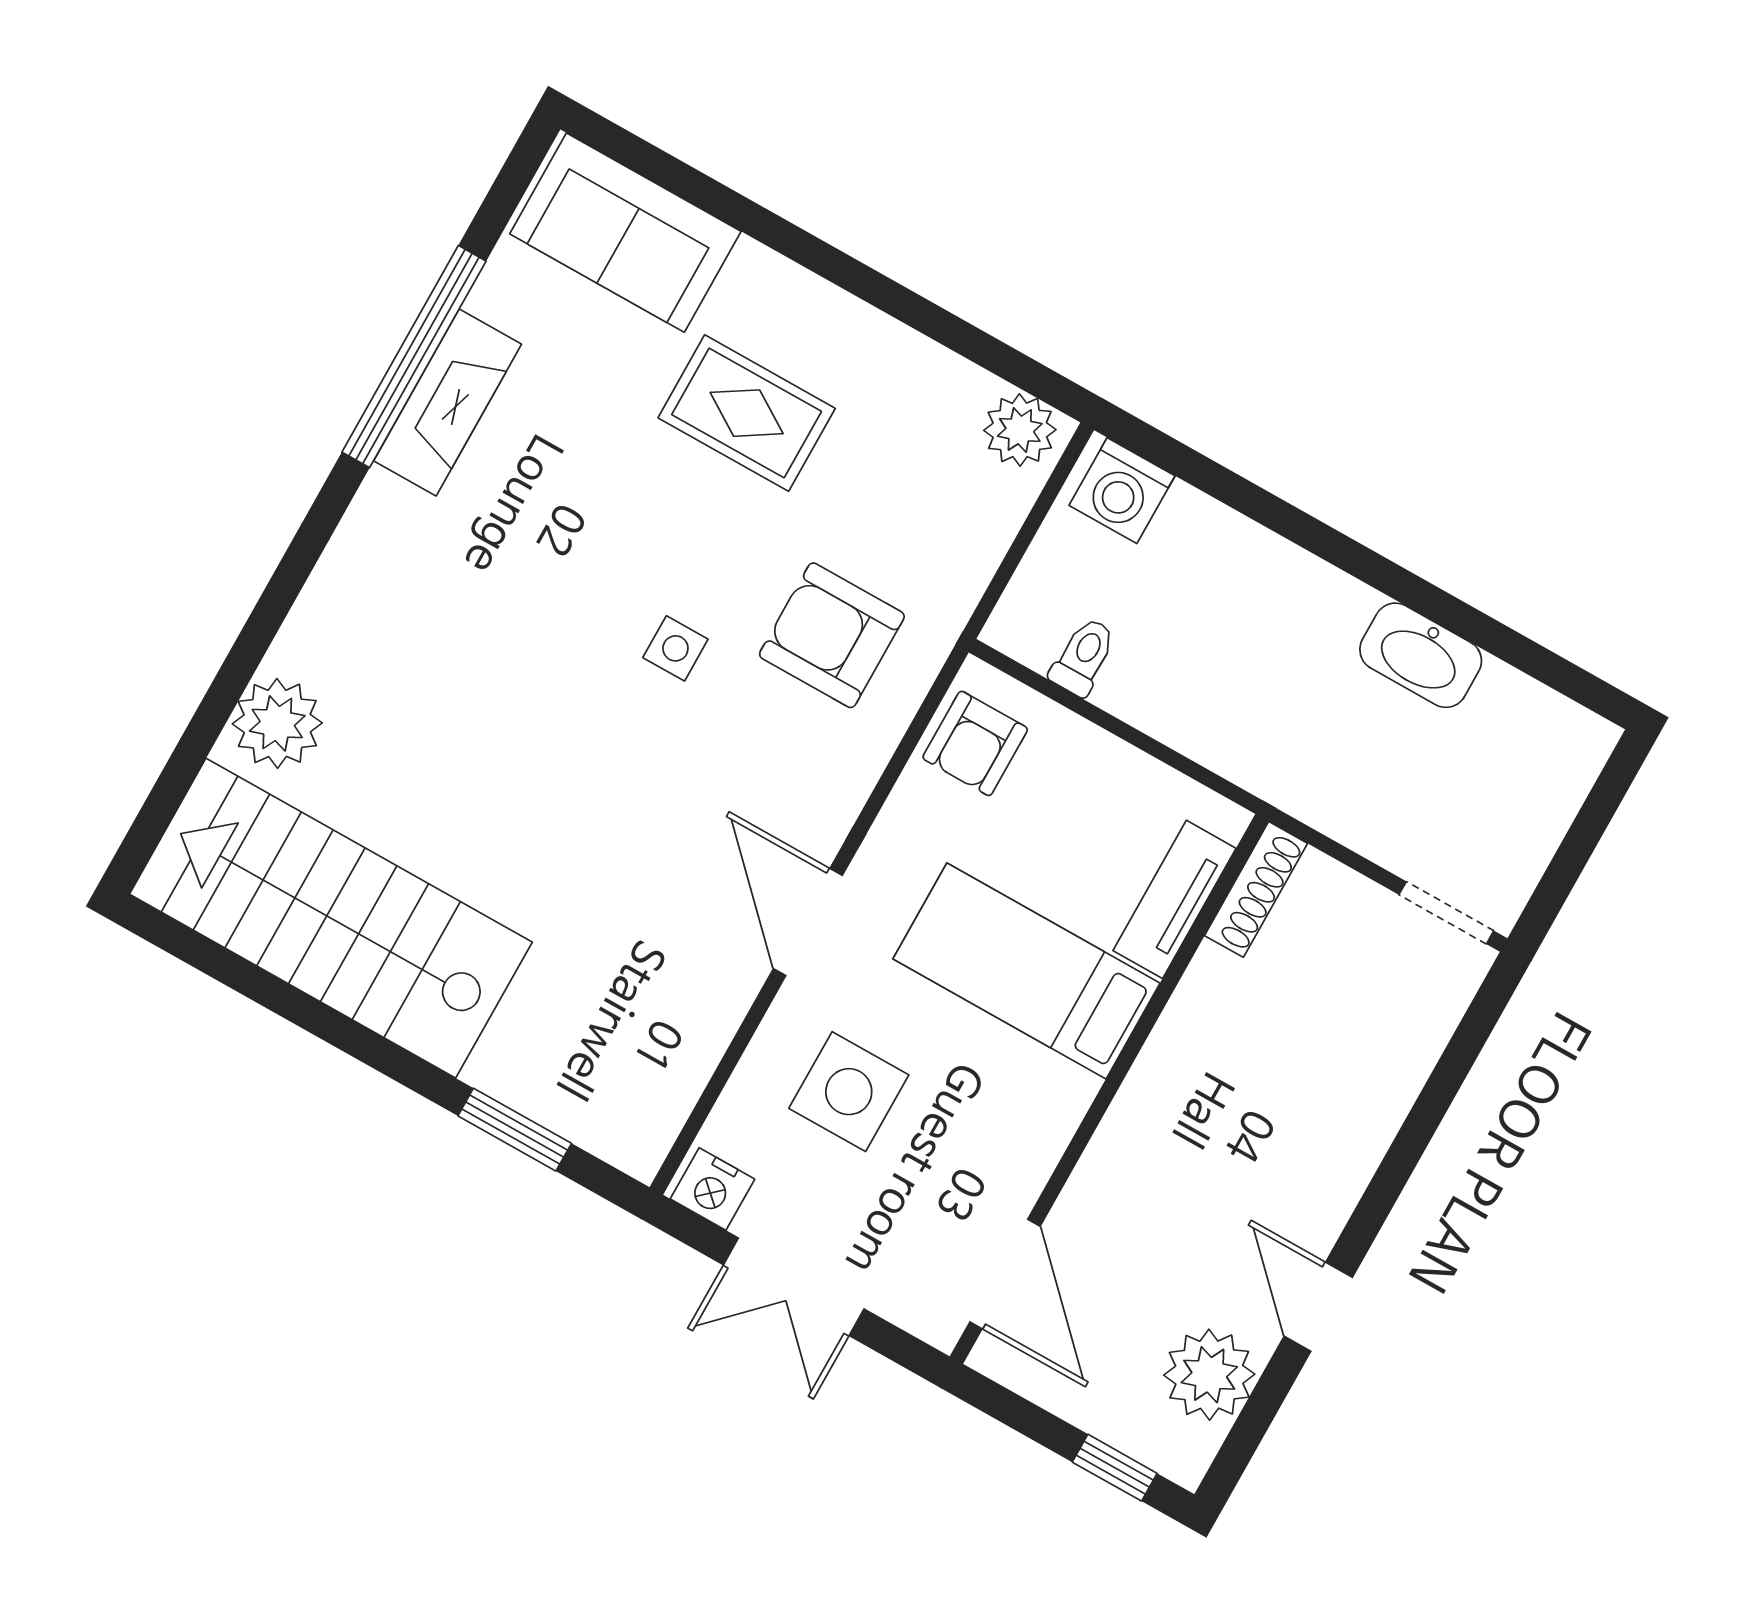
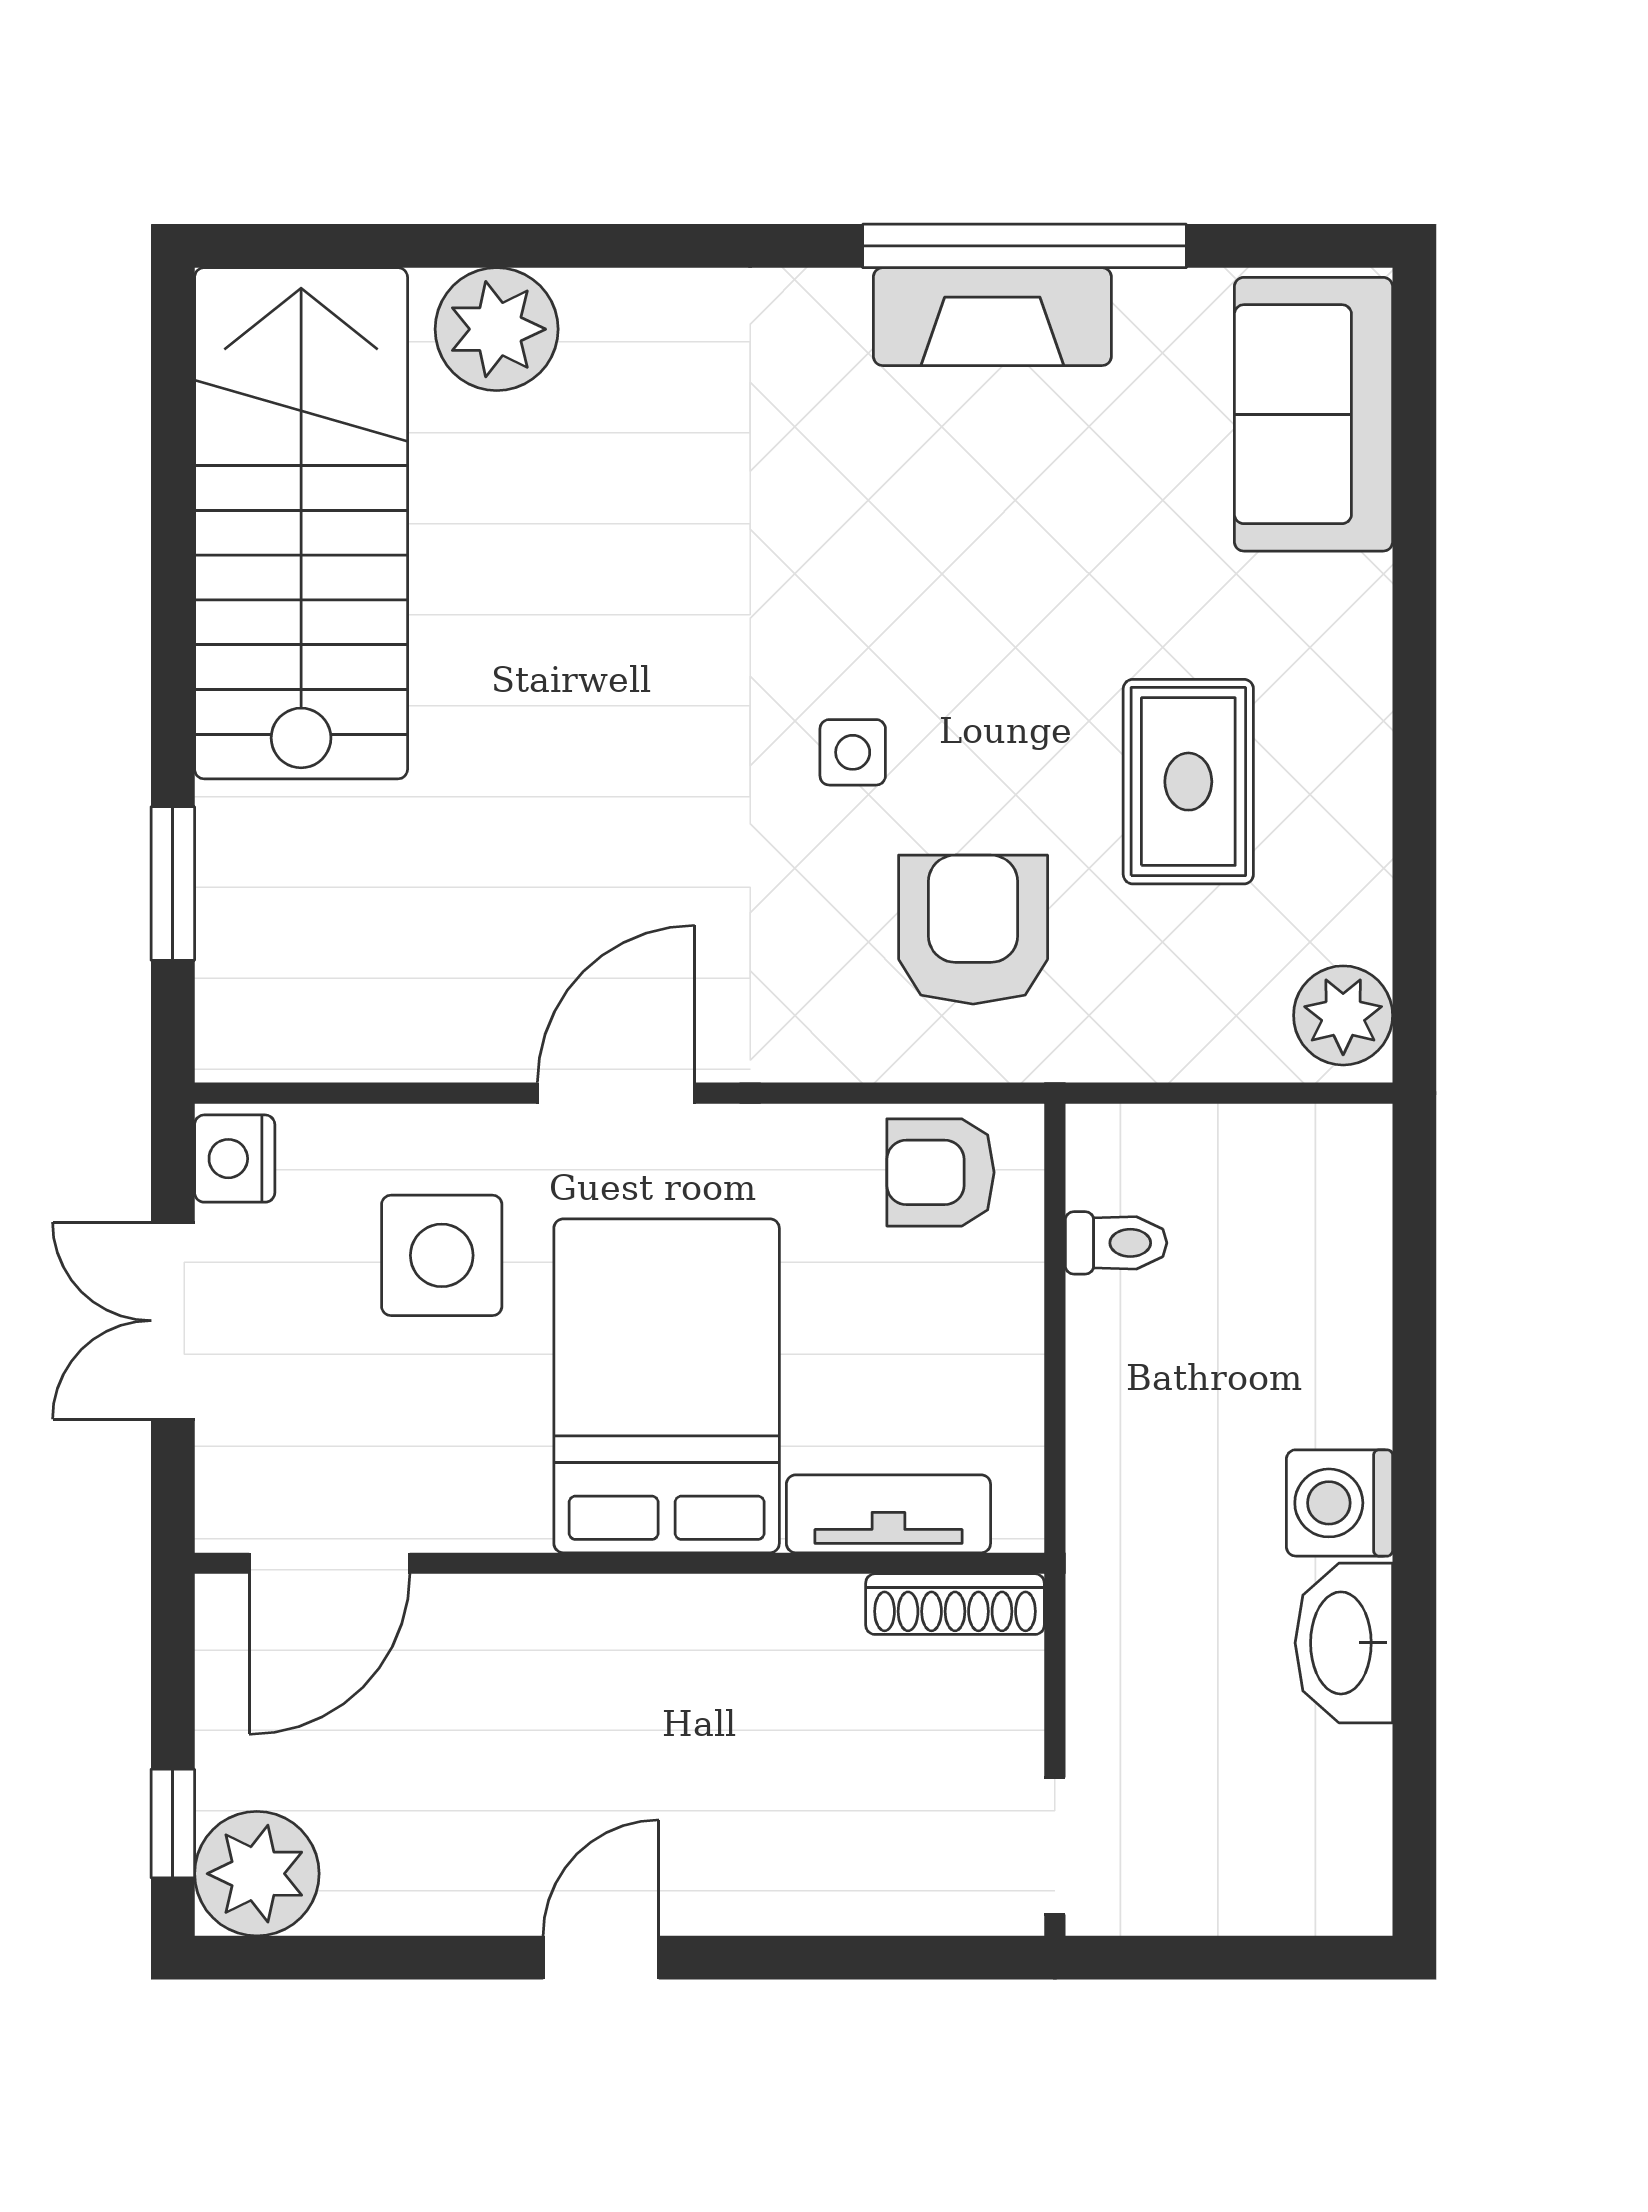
rug: (747, 413) -> (1188, 782), moved
washing machine: (1122, 491) -> (1339, 1503), moved
bed: (1026, 971) -> (667, 1386), width x1.50
door: (1318, 1307) -> (601, 1958), moved
plant: (1209, 1375) -> (257, 1874), moved

